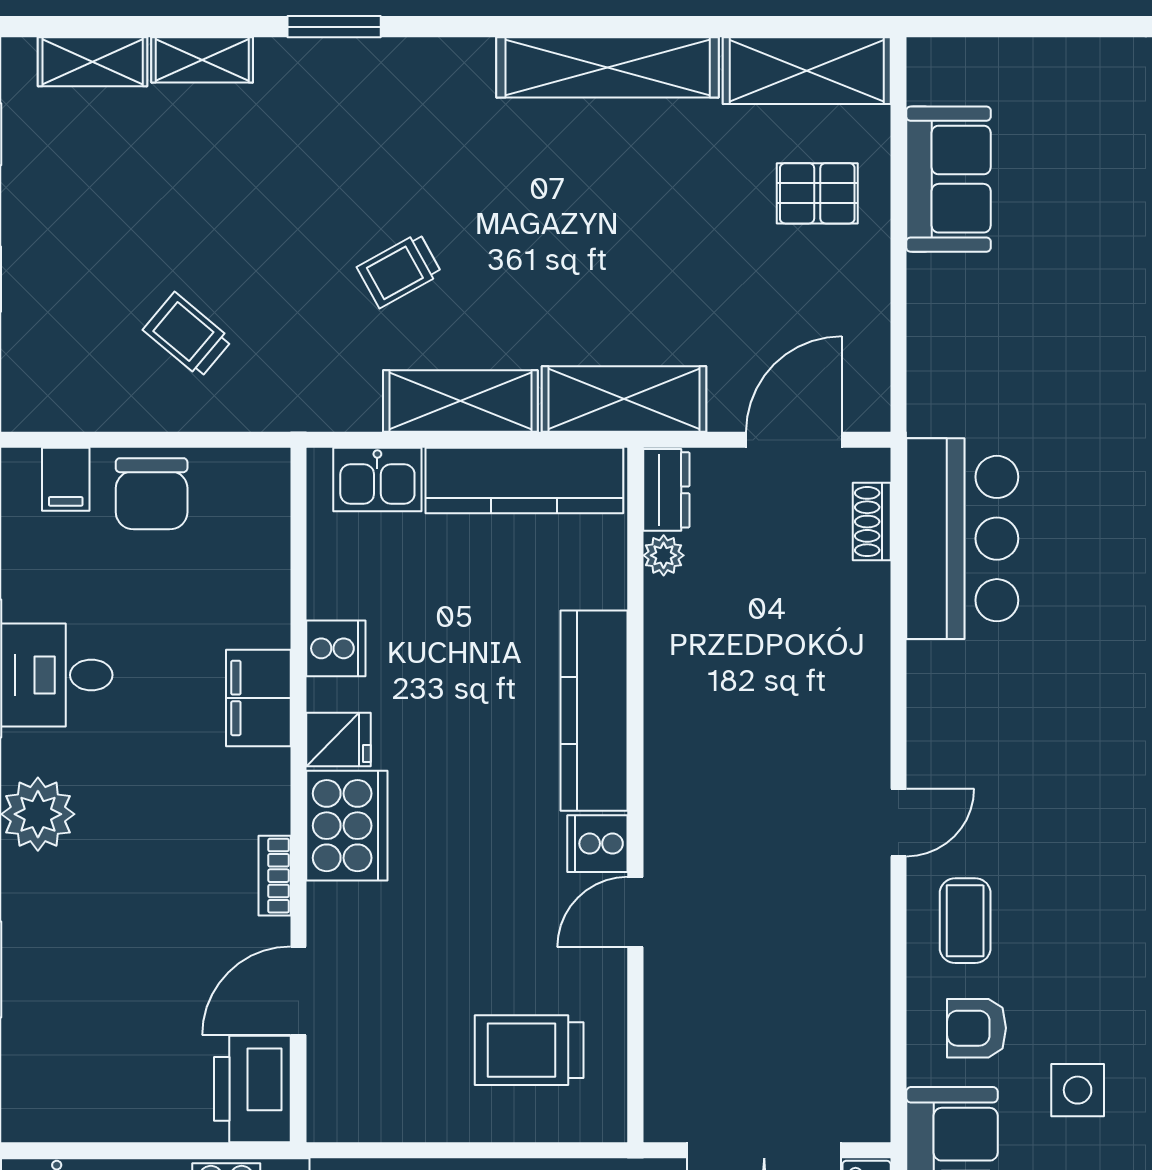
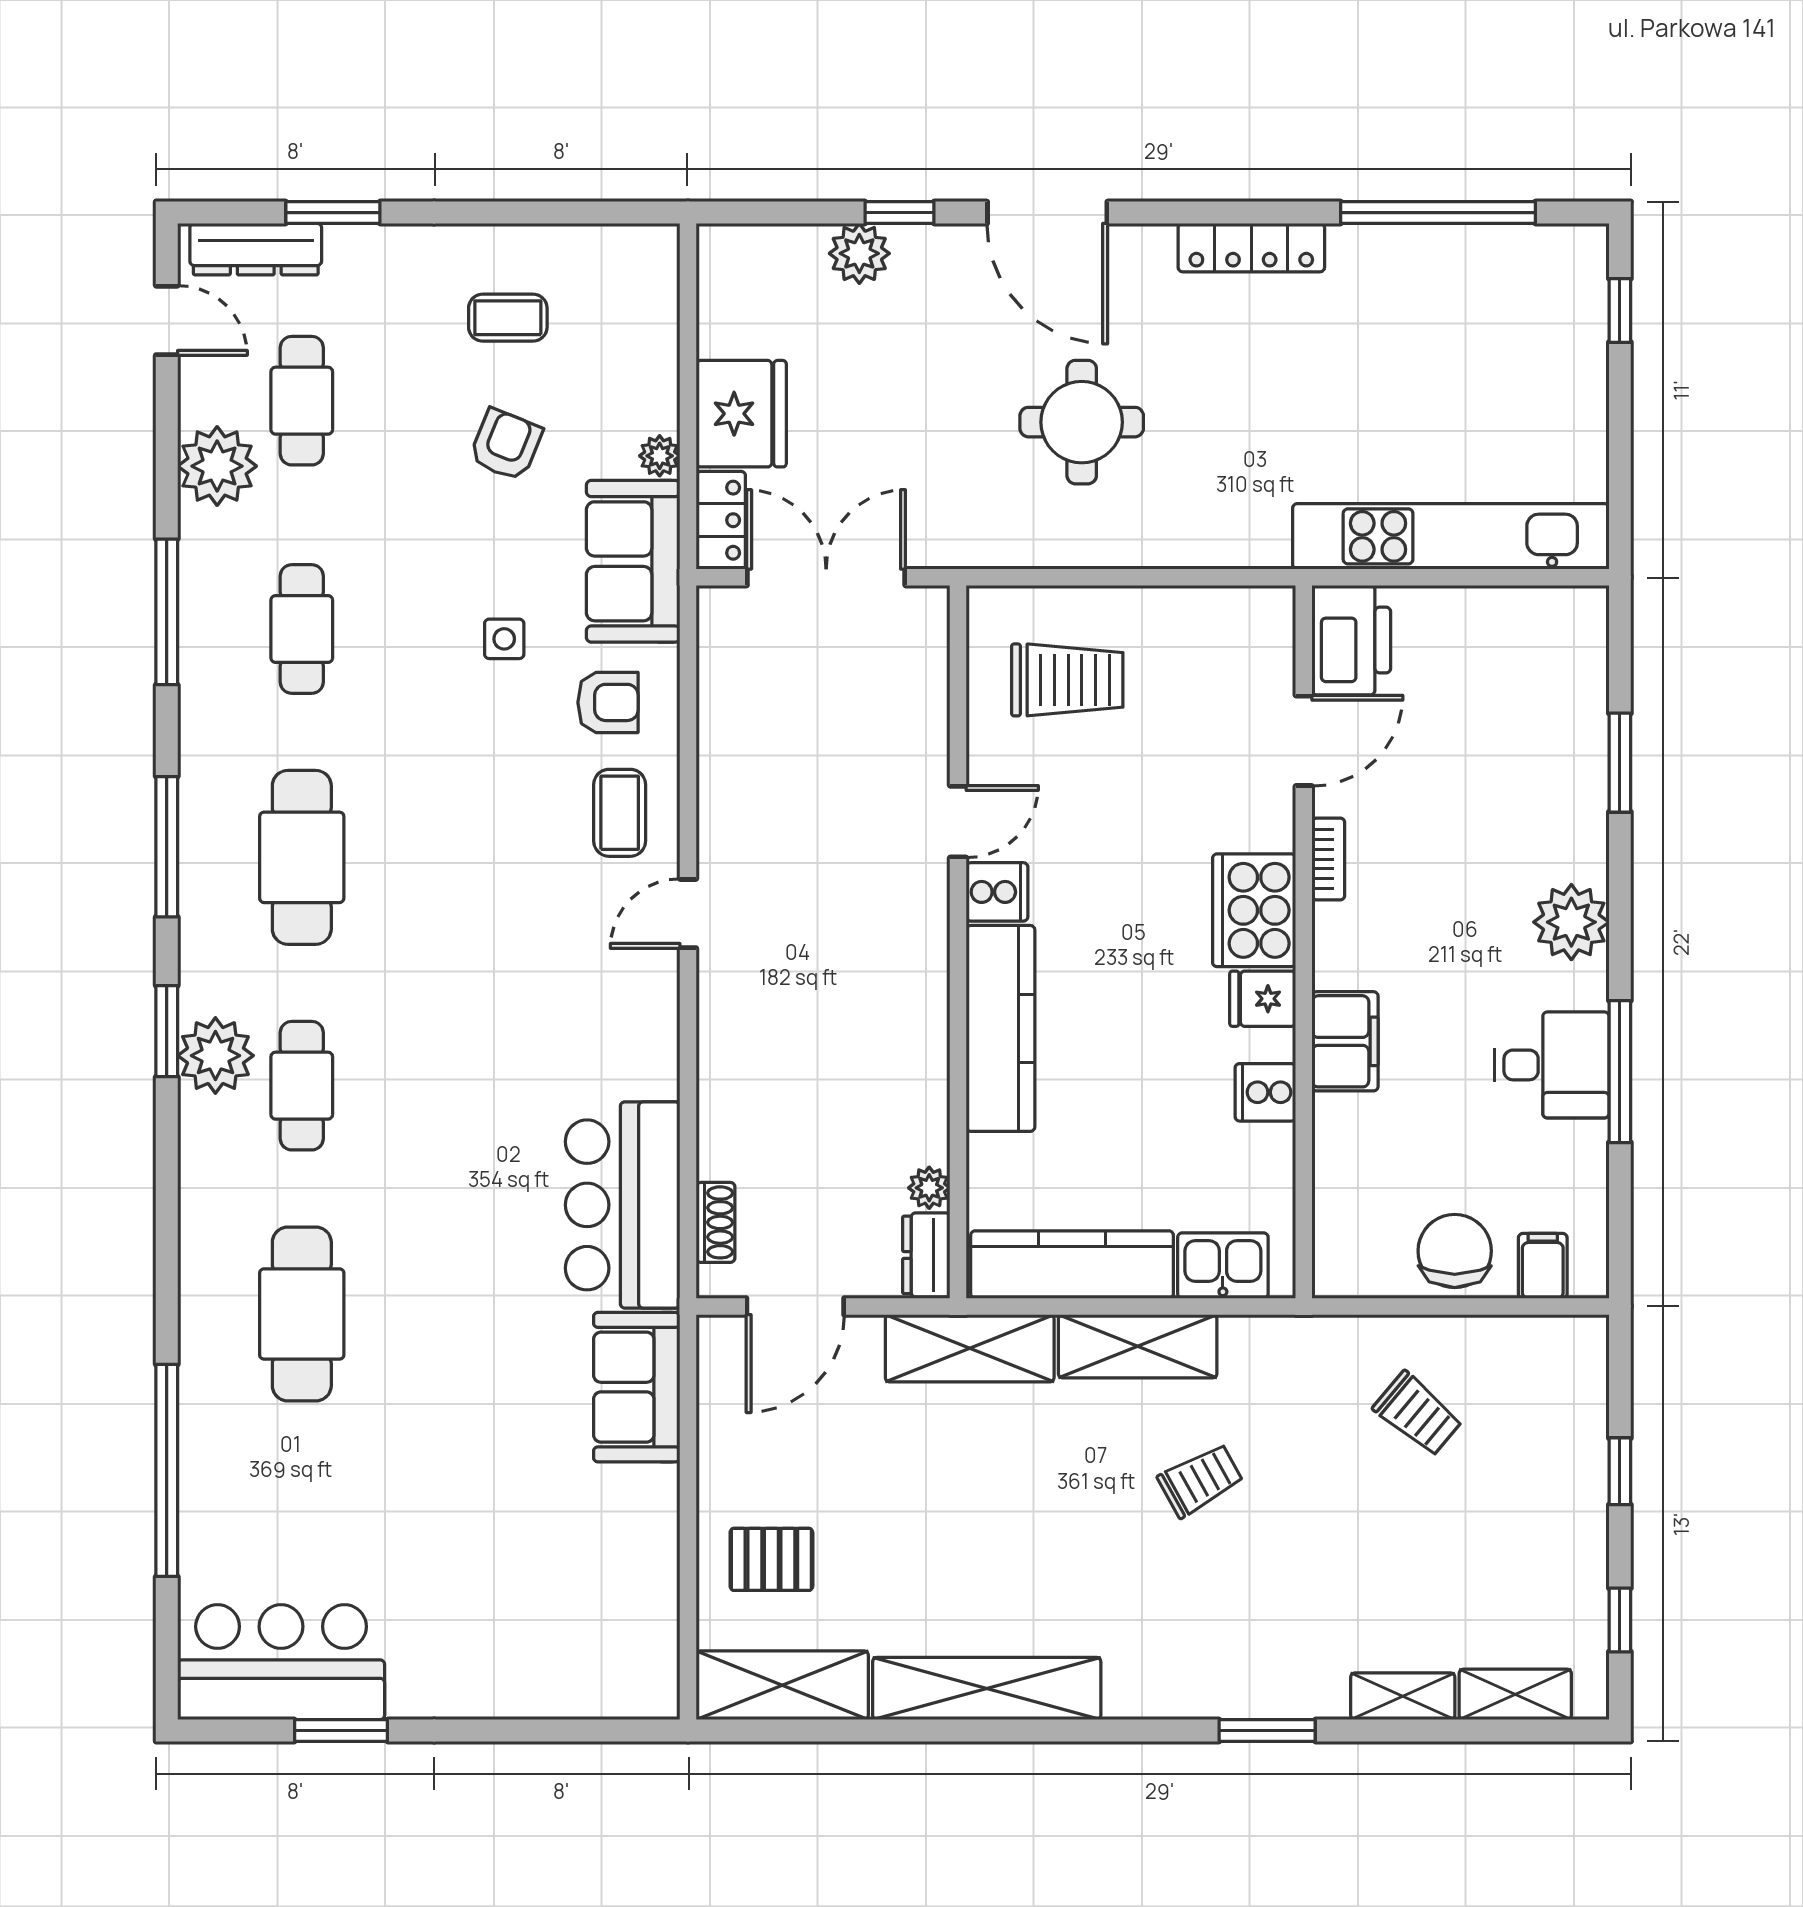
sofa: (948, 179) -> (637, 1387), moved
side table: (1078, 1090) -> (504, 639), width x0.73, depth x0.73

